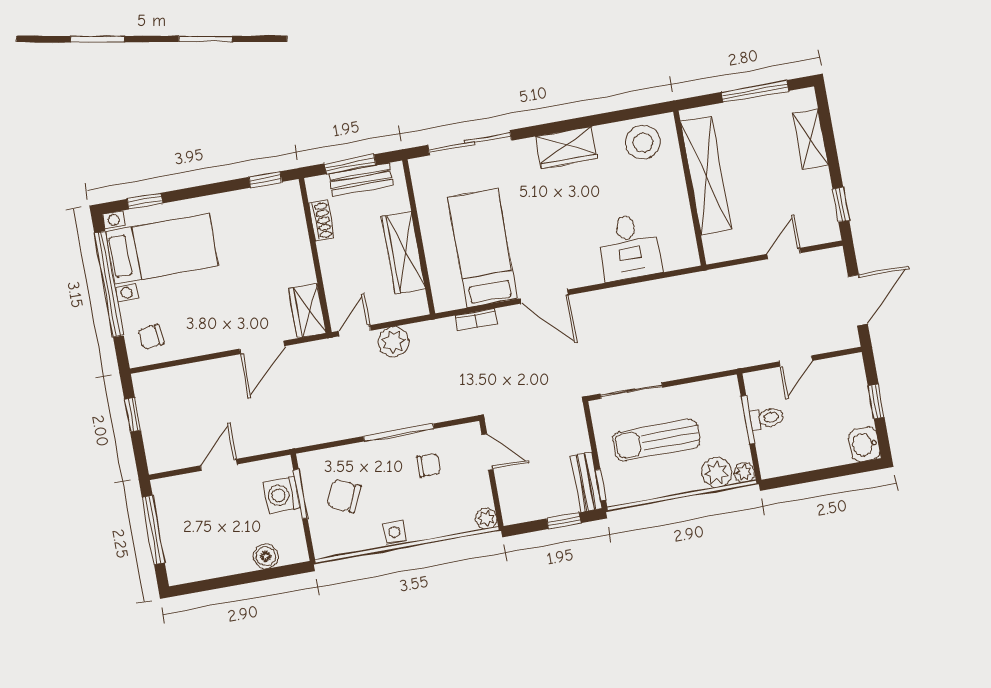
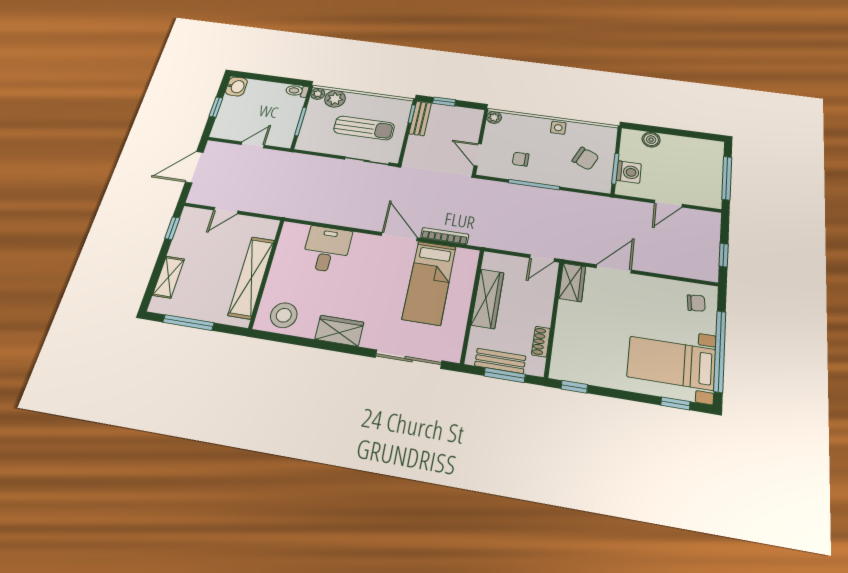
bookcase: (476, 320) -> (445, 236), width x1.56
plant: (394, 342) -> (517, 242), removed
toilet: (767, 418) -> (297, 91), moved

